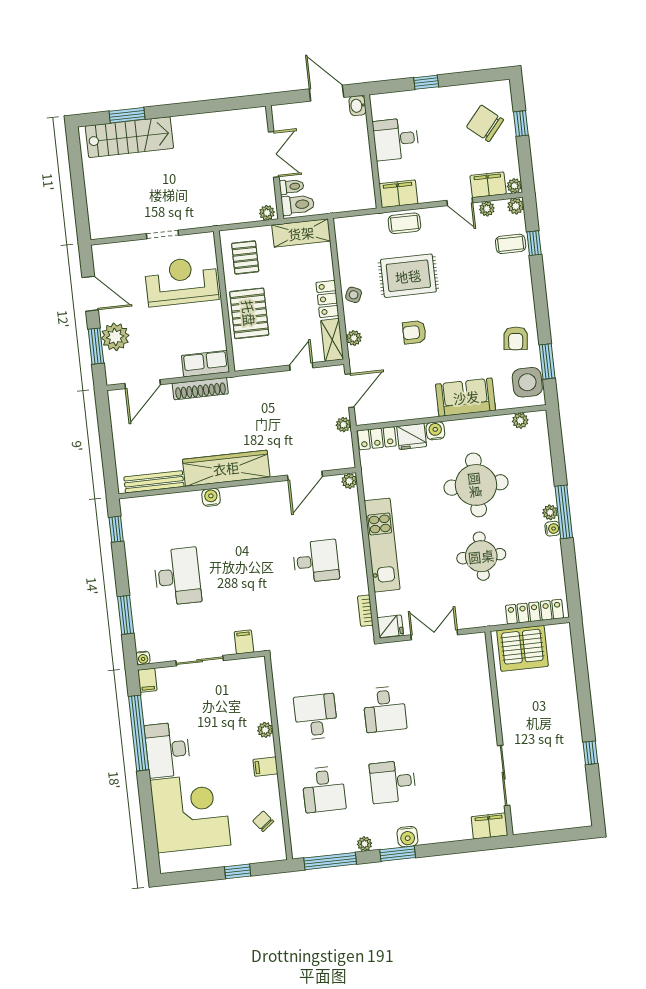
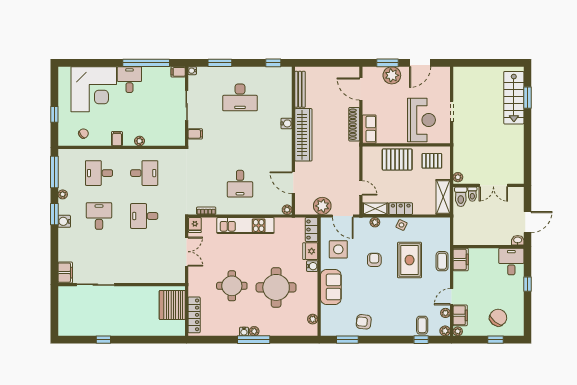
desk: (396, 139) -> (511, 262), moved
side table: (527, 382) -> (338, 249), moved
plant: (343, 425) -> (322, 206), width x1.88, depth x1.88
desk: (168, 750) -> (129, 80), width x0.73

